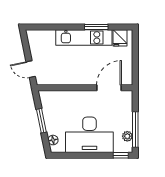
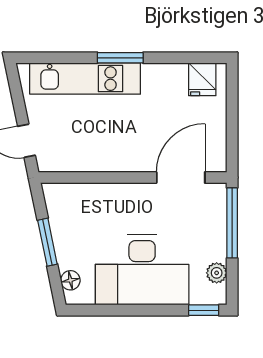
window: (96, 27) -> (120, 58), moved
kitchen unit: (84, 38) -> (85, 79), moved
window: (135, 130) -> (232, 223), moved

